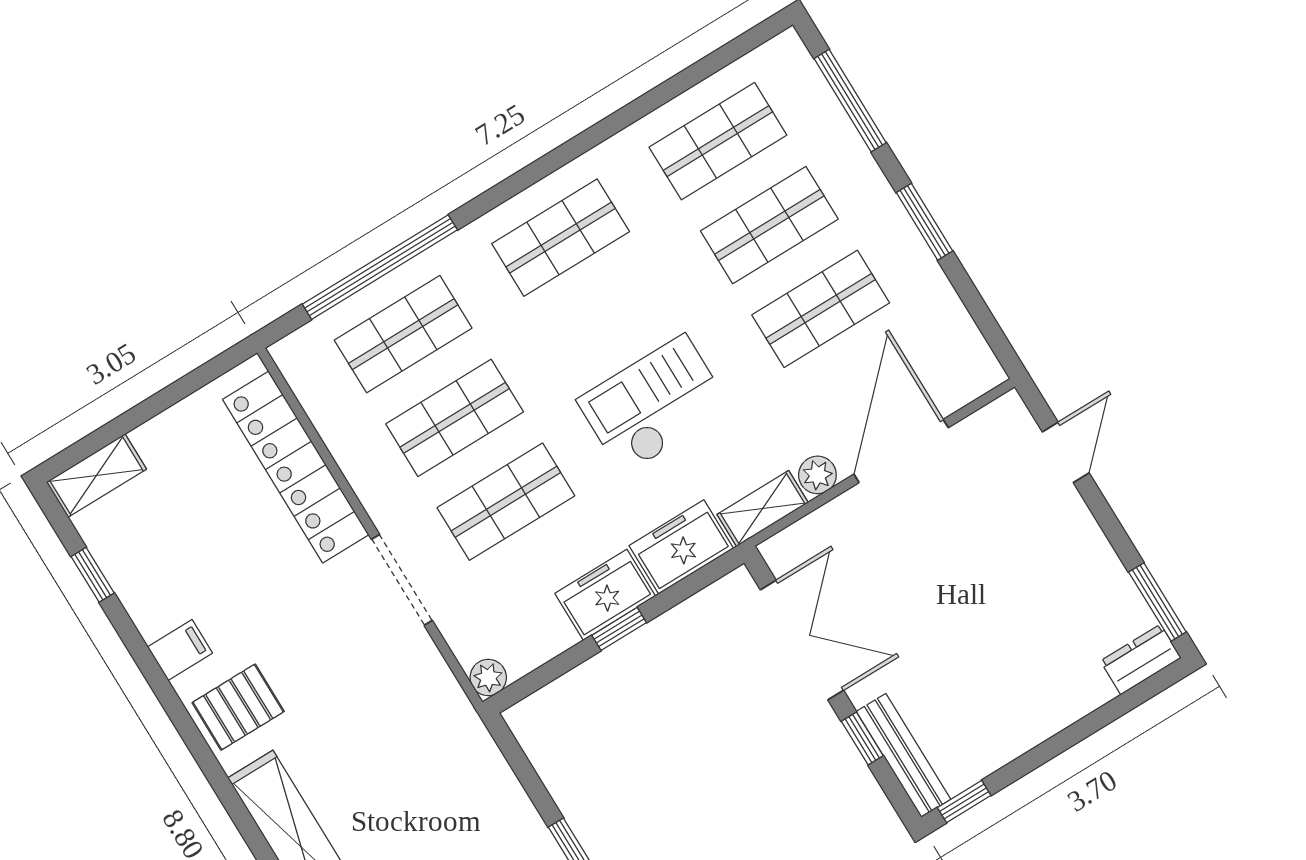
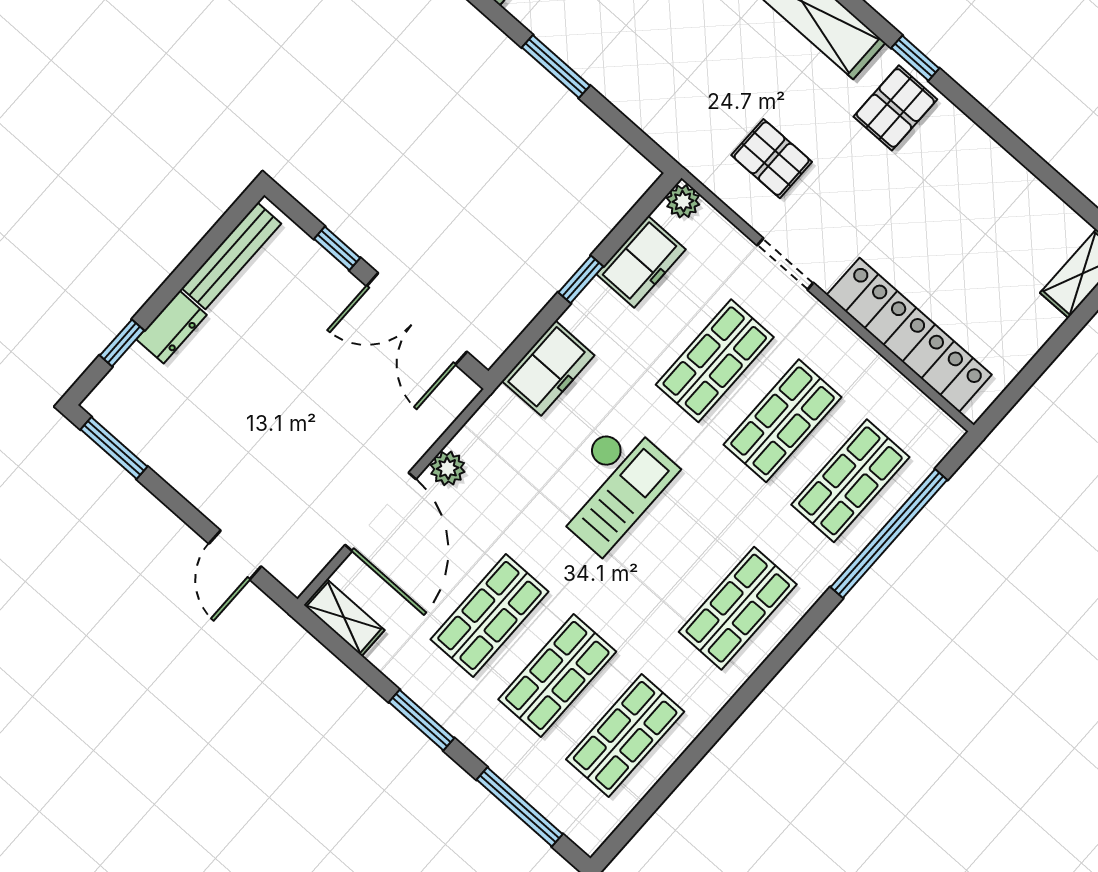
shelving: (763, 508) -> (344, 617), moved, turned 90
window: (93, 575) -> (915, 58), moved
doorway: (402, 580) -> (785, 264), width x0.73
freezer: (605, 595) -> (641, 262), moved
filing cabinet: (180, 650) -> (962, 142), removed
dresser: (1141, 659) -> (171, 327), moved
pallet: (383, 694) -> (772, 159), added
bench: (903, 755) -> (231, 256), moved, turned 90
window: (964, 801) -> (122, 343), moved

